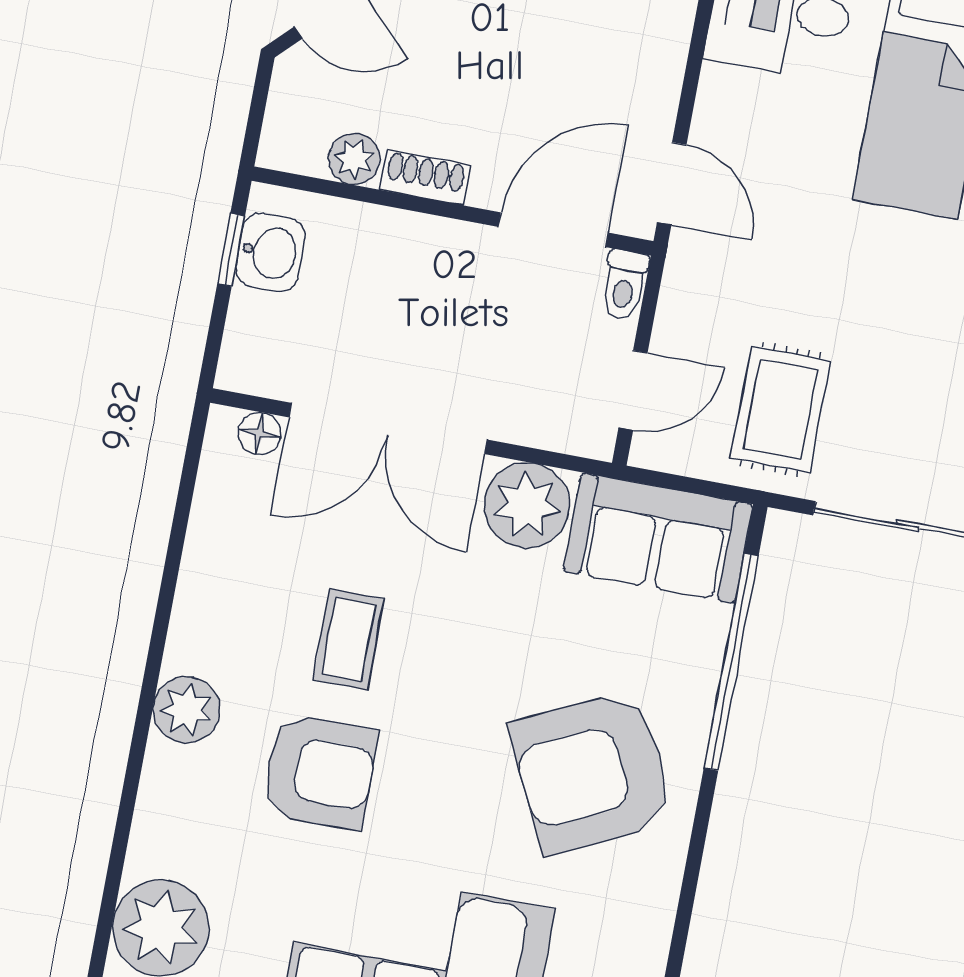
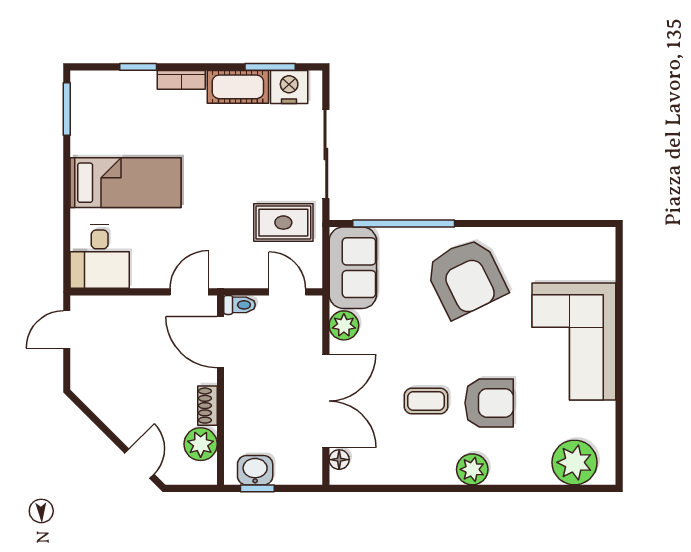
plant: (354, 159) -> (201, 444), width x1.38, depth x1.38
plant: (527, 505) -> (344, 325), width x0.73, depth x0.73
armchair: (320, 771) -> (489, 403), turned 90

